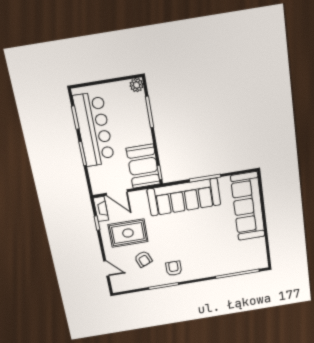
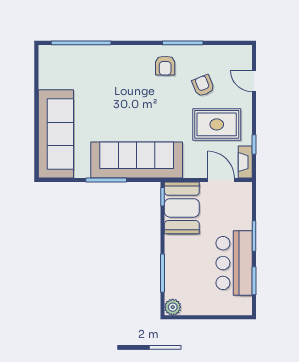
bar counter: (94, 129) -> (234, 263), width x0.73

